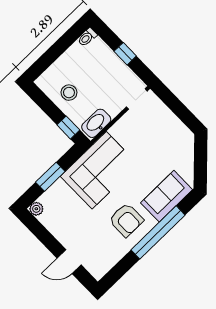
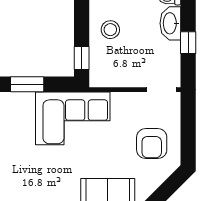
washbasin: (96, 123) -> (170, 23), moved, turned -90
armchair: (126, 220) -> (152, 143), moved

